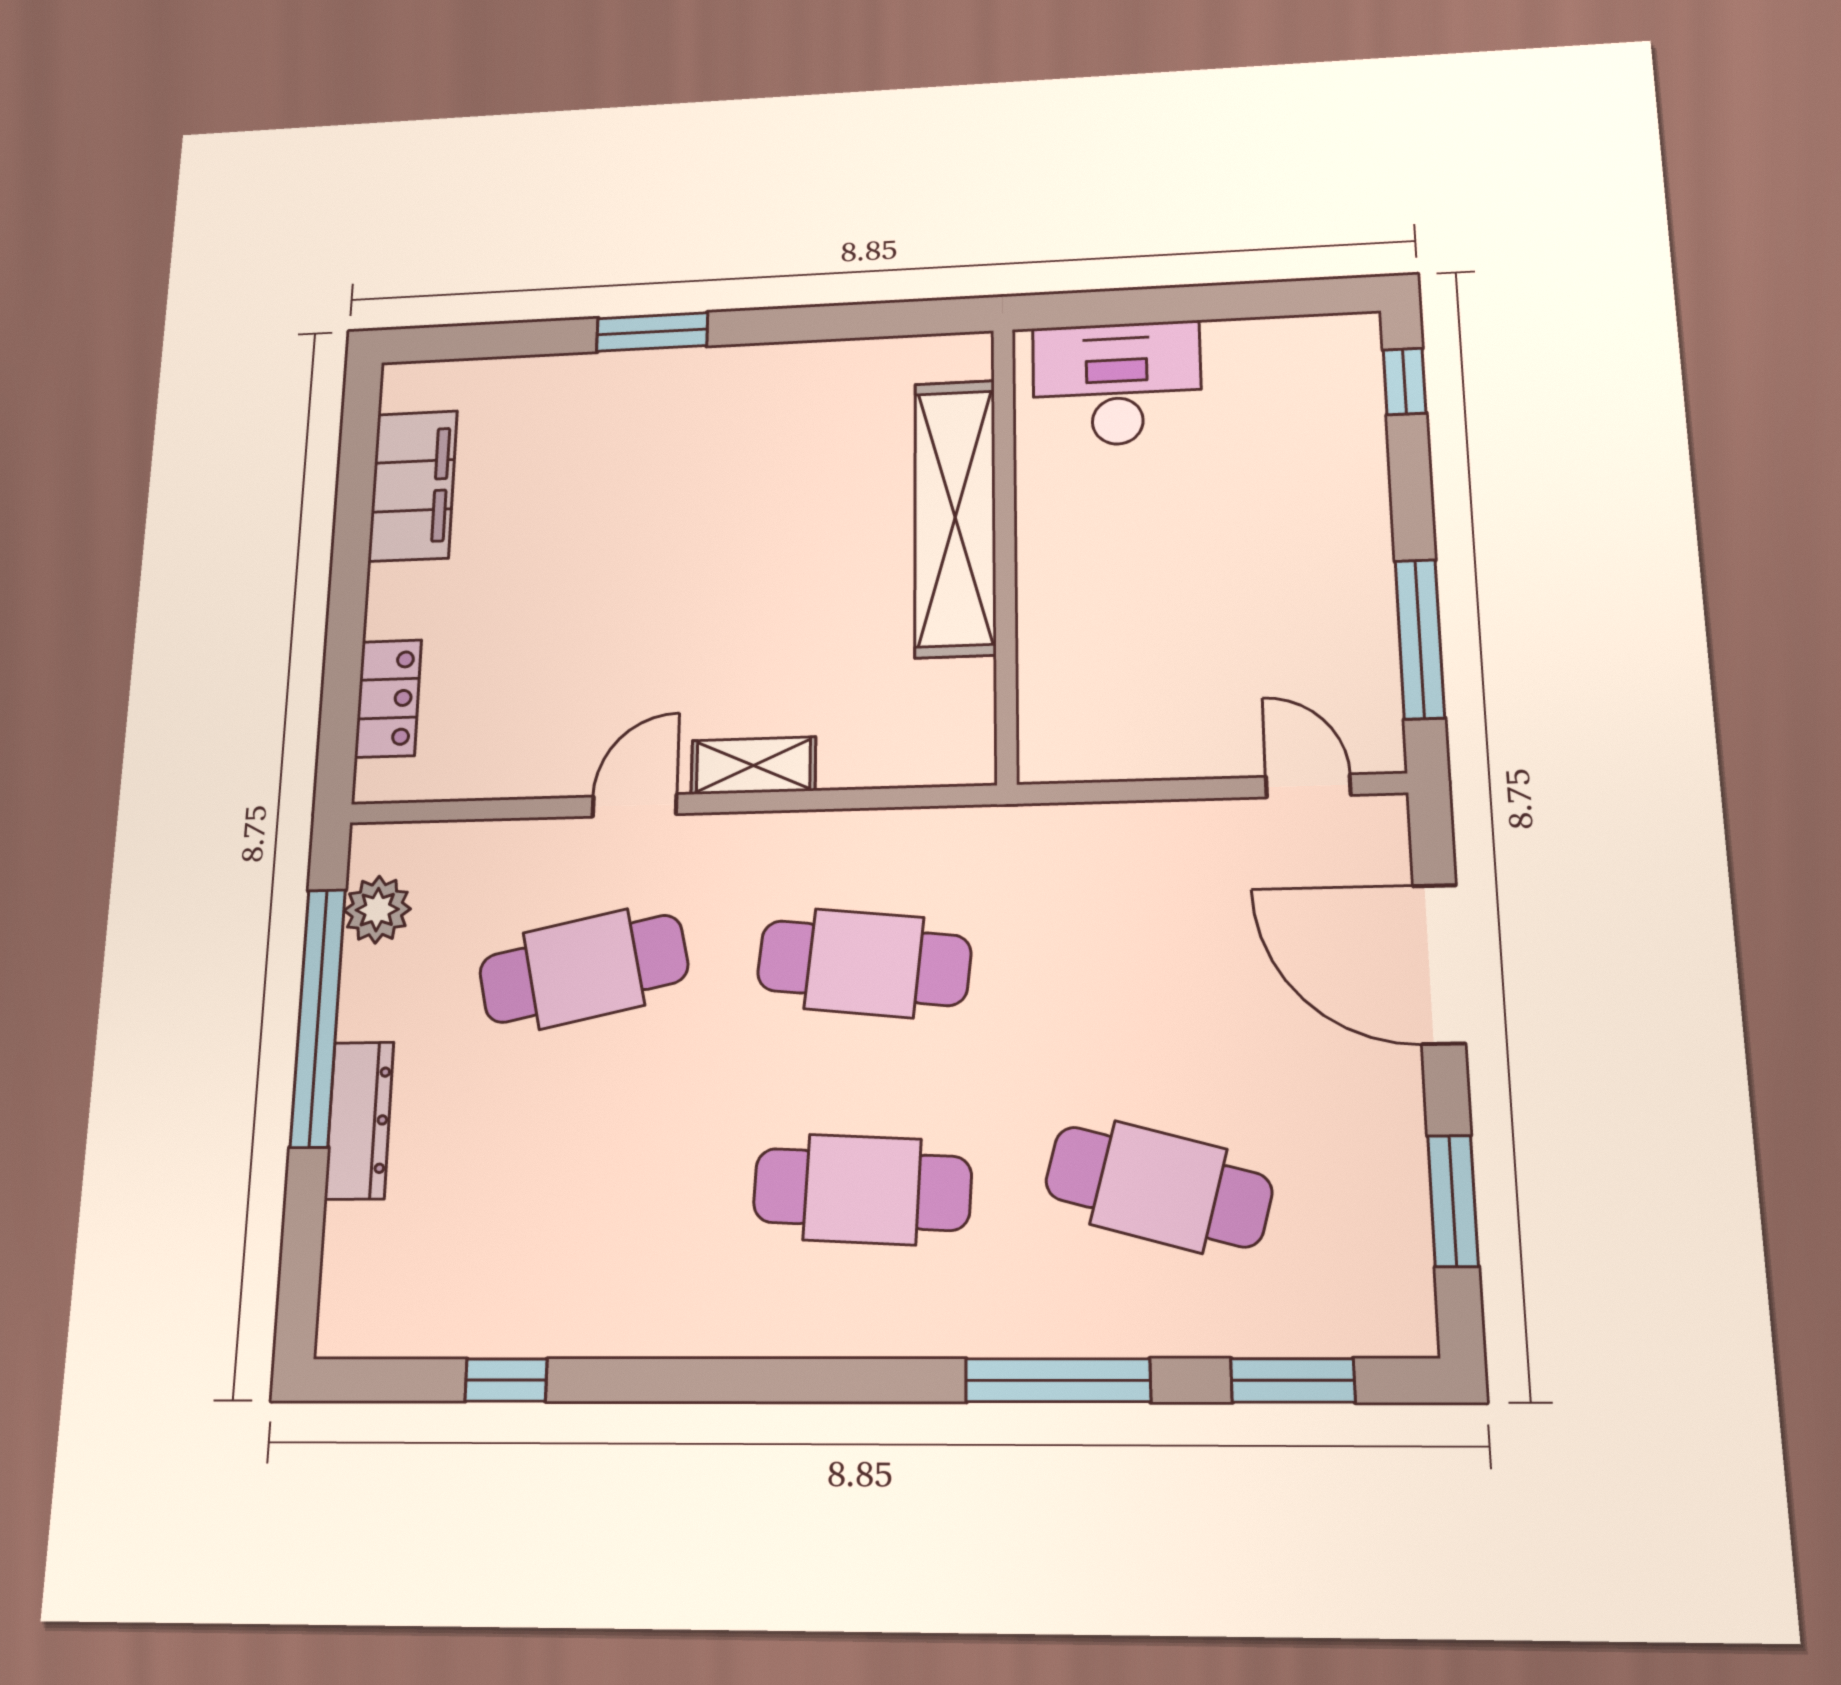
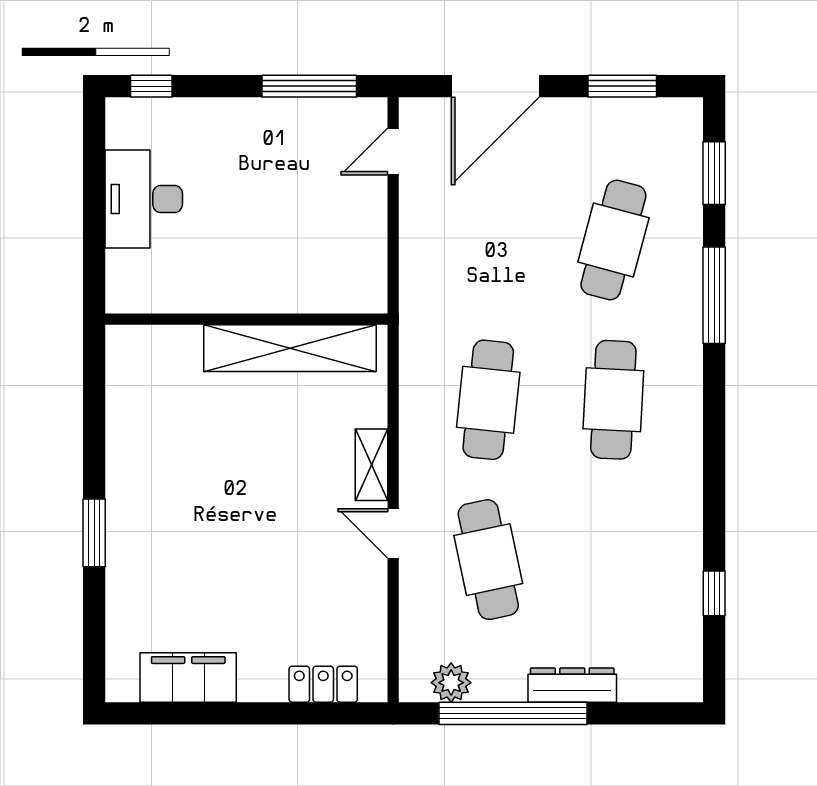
desk: (1117, 384) -> (144, 199), moved
shelving: (955, 517) -> (290, 348), moved

